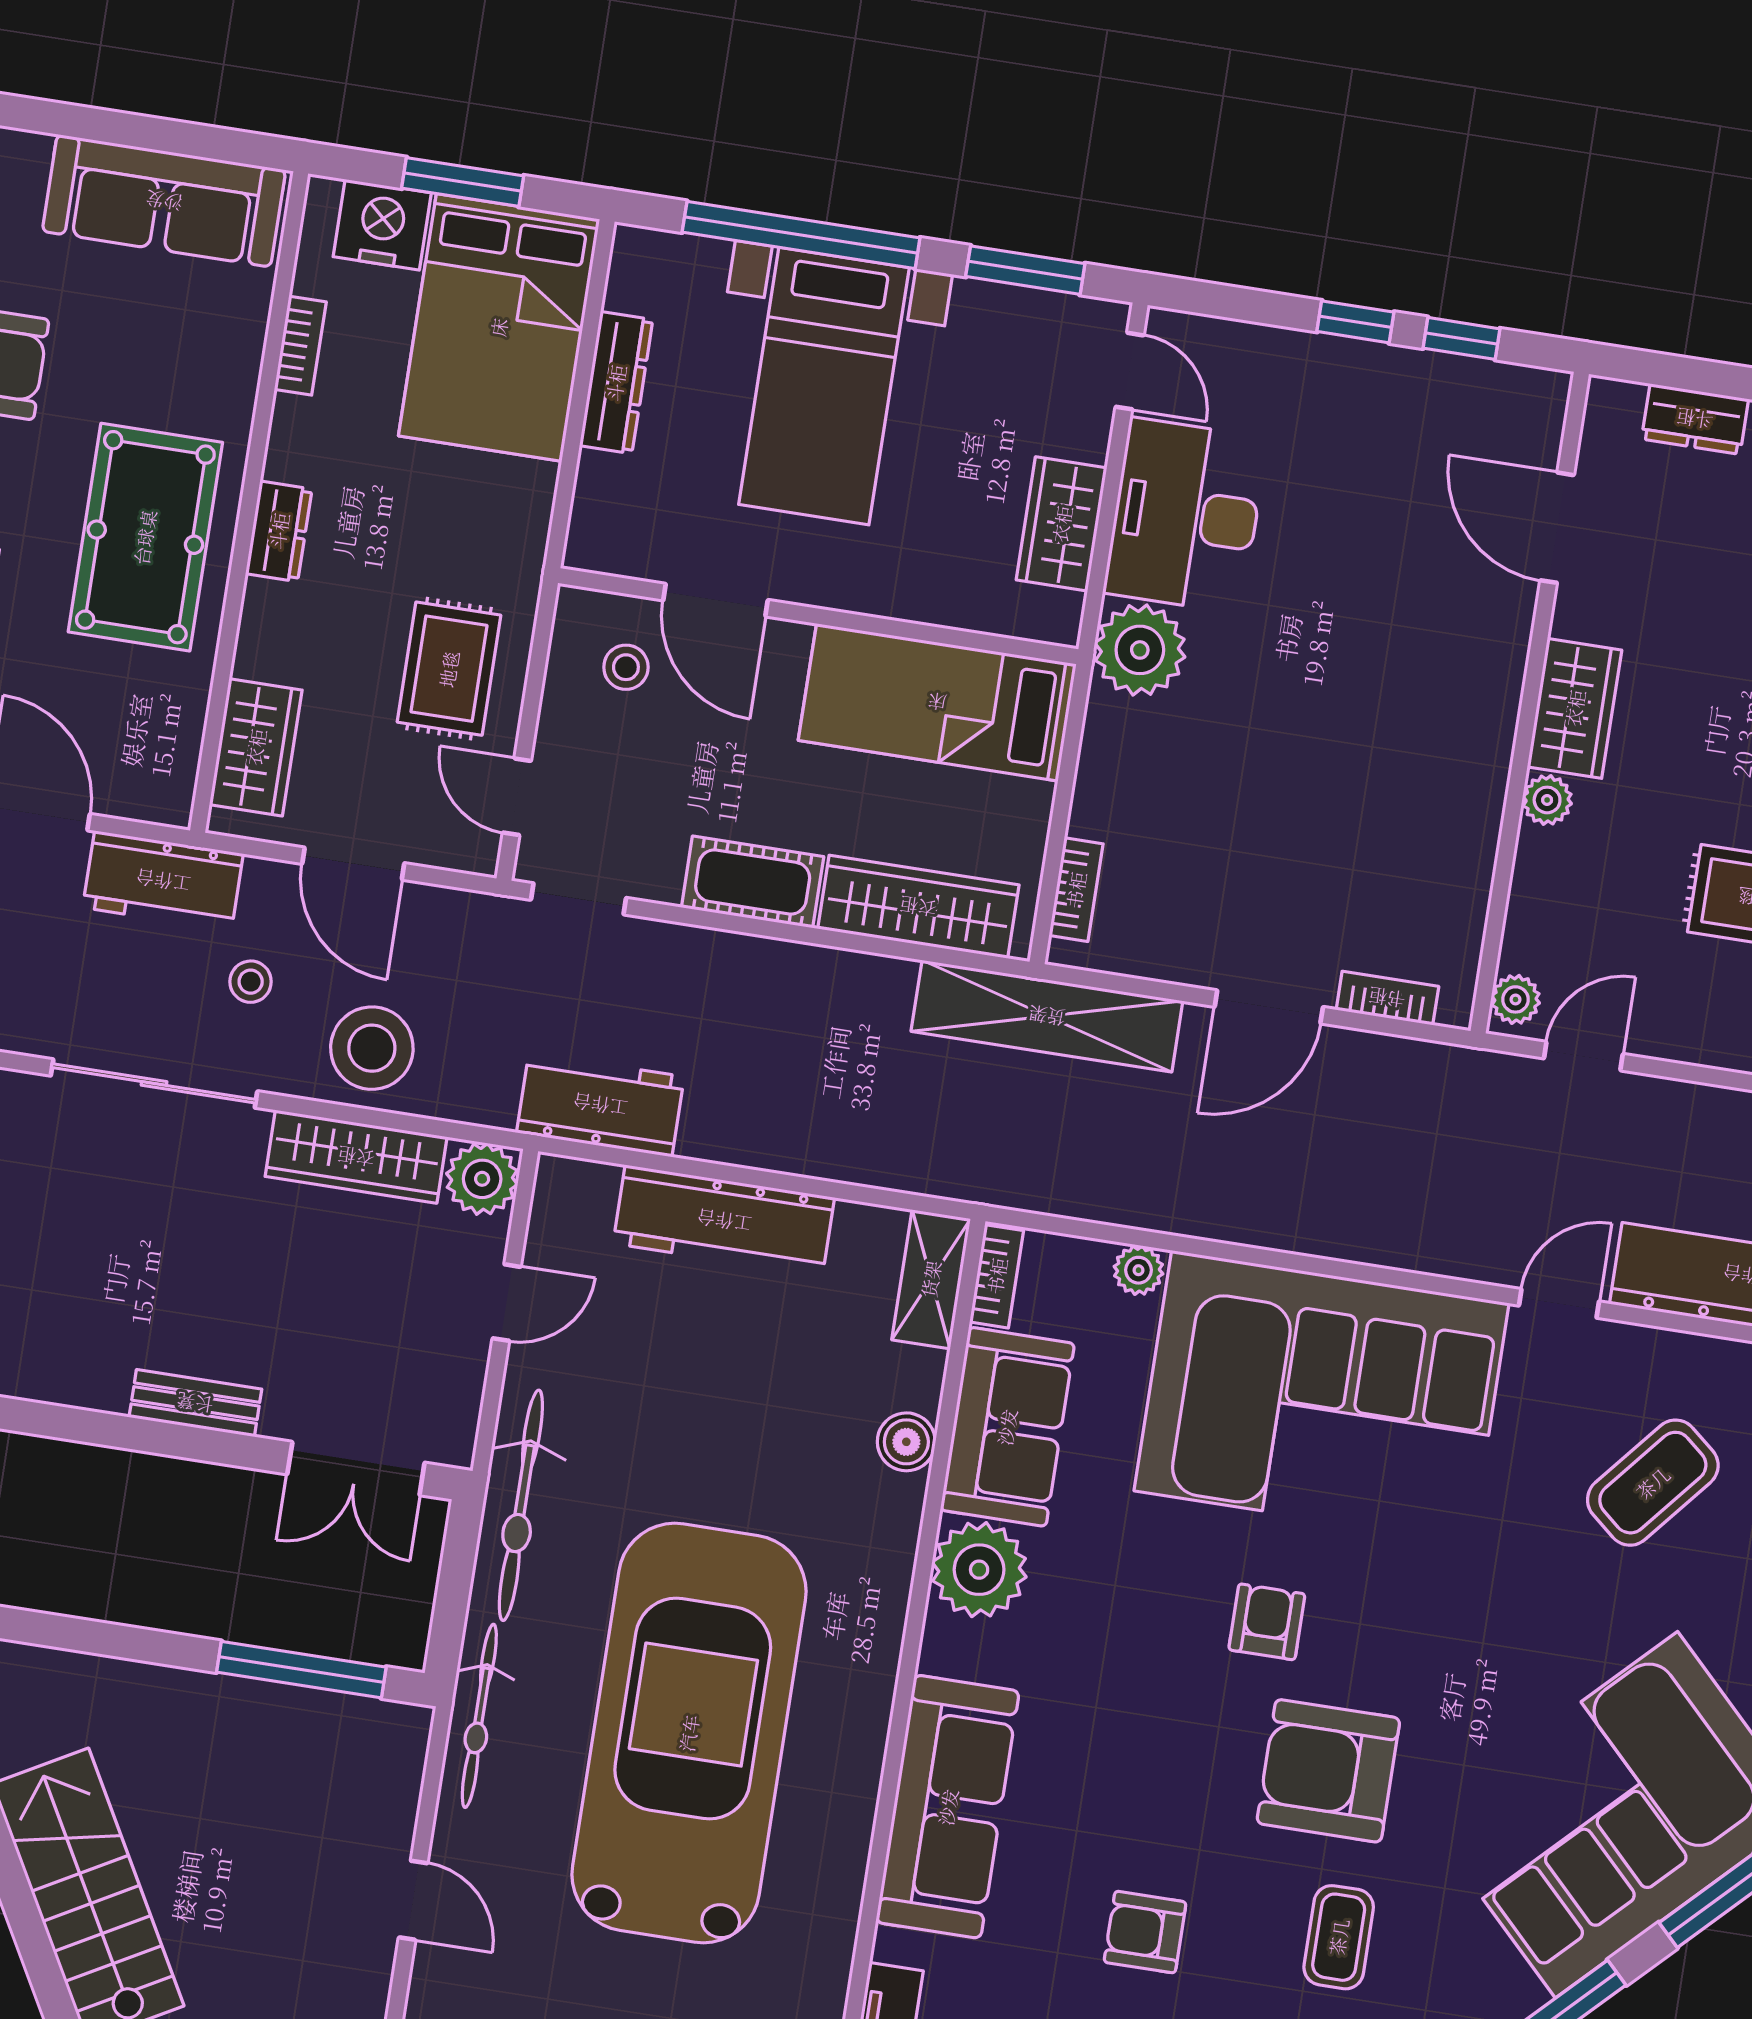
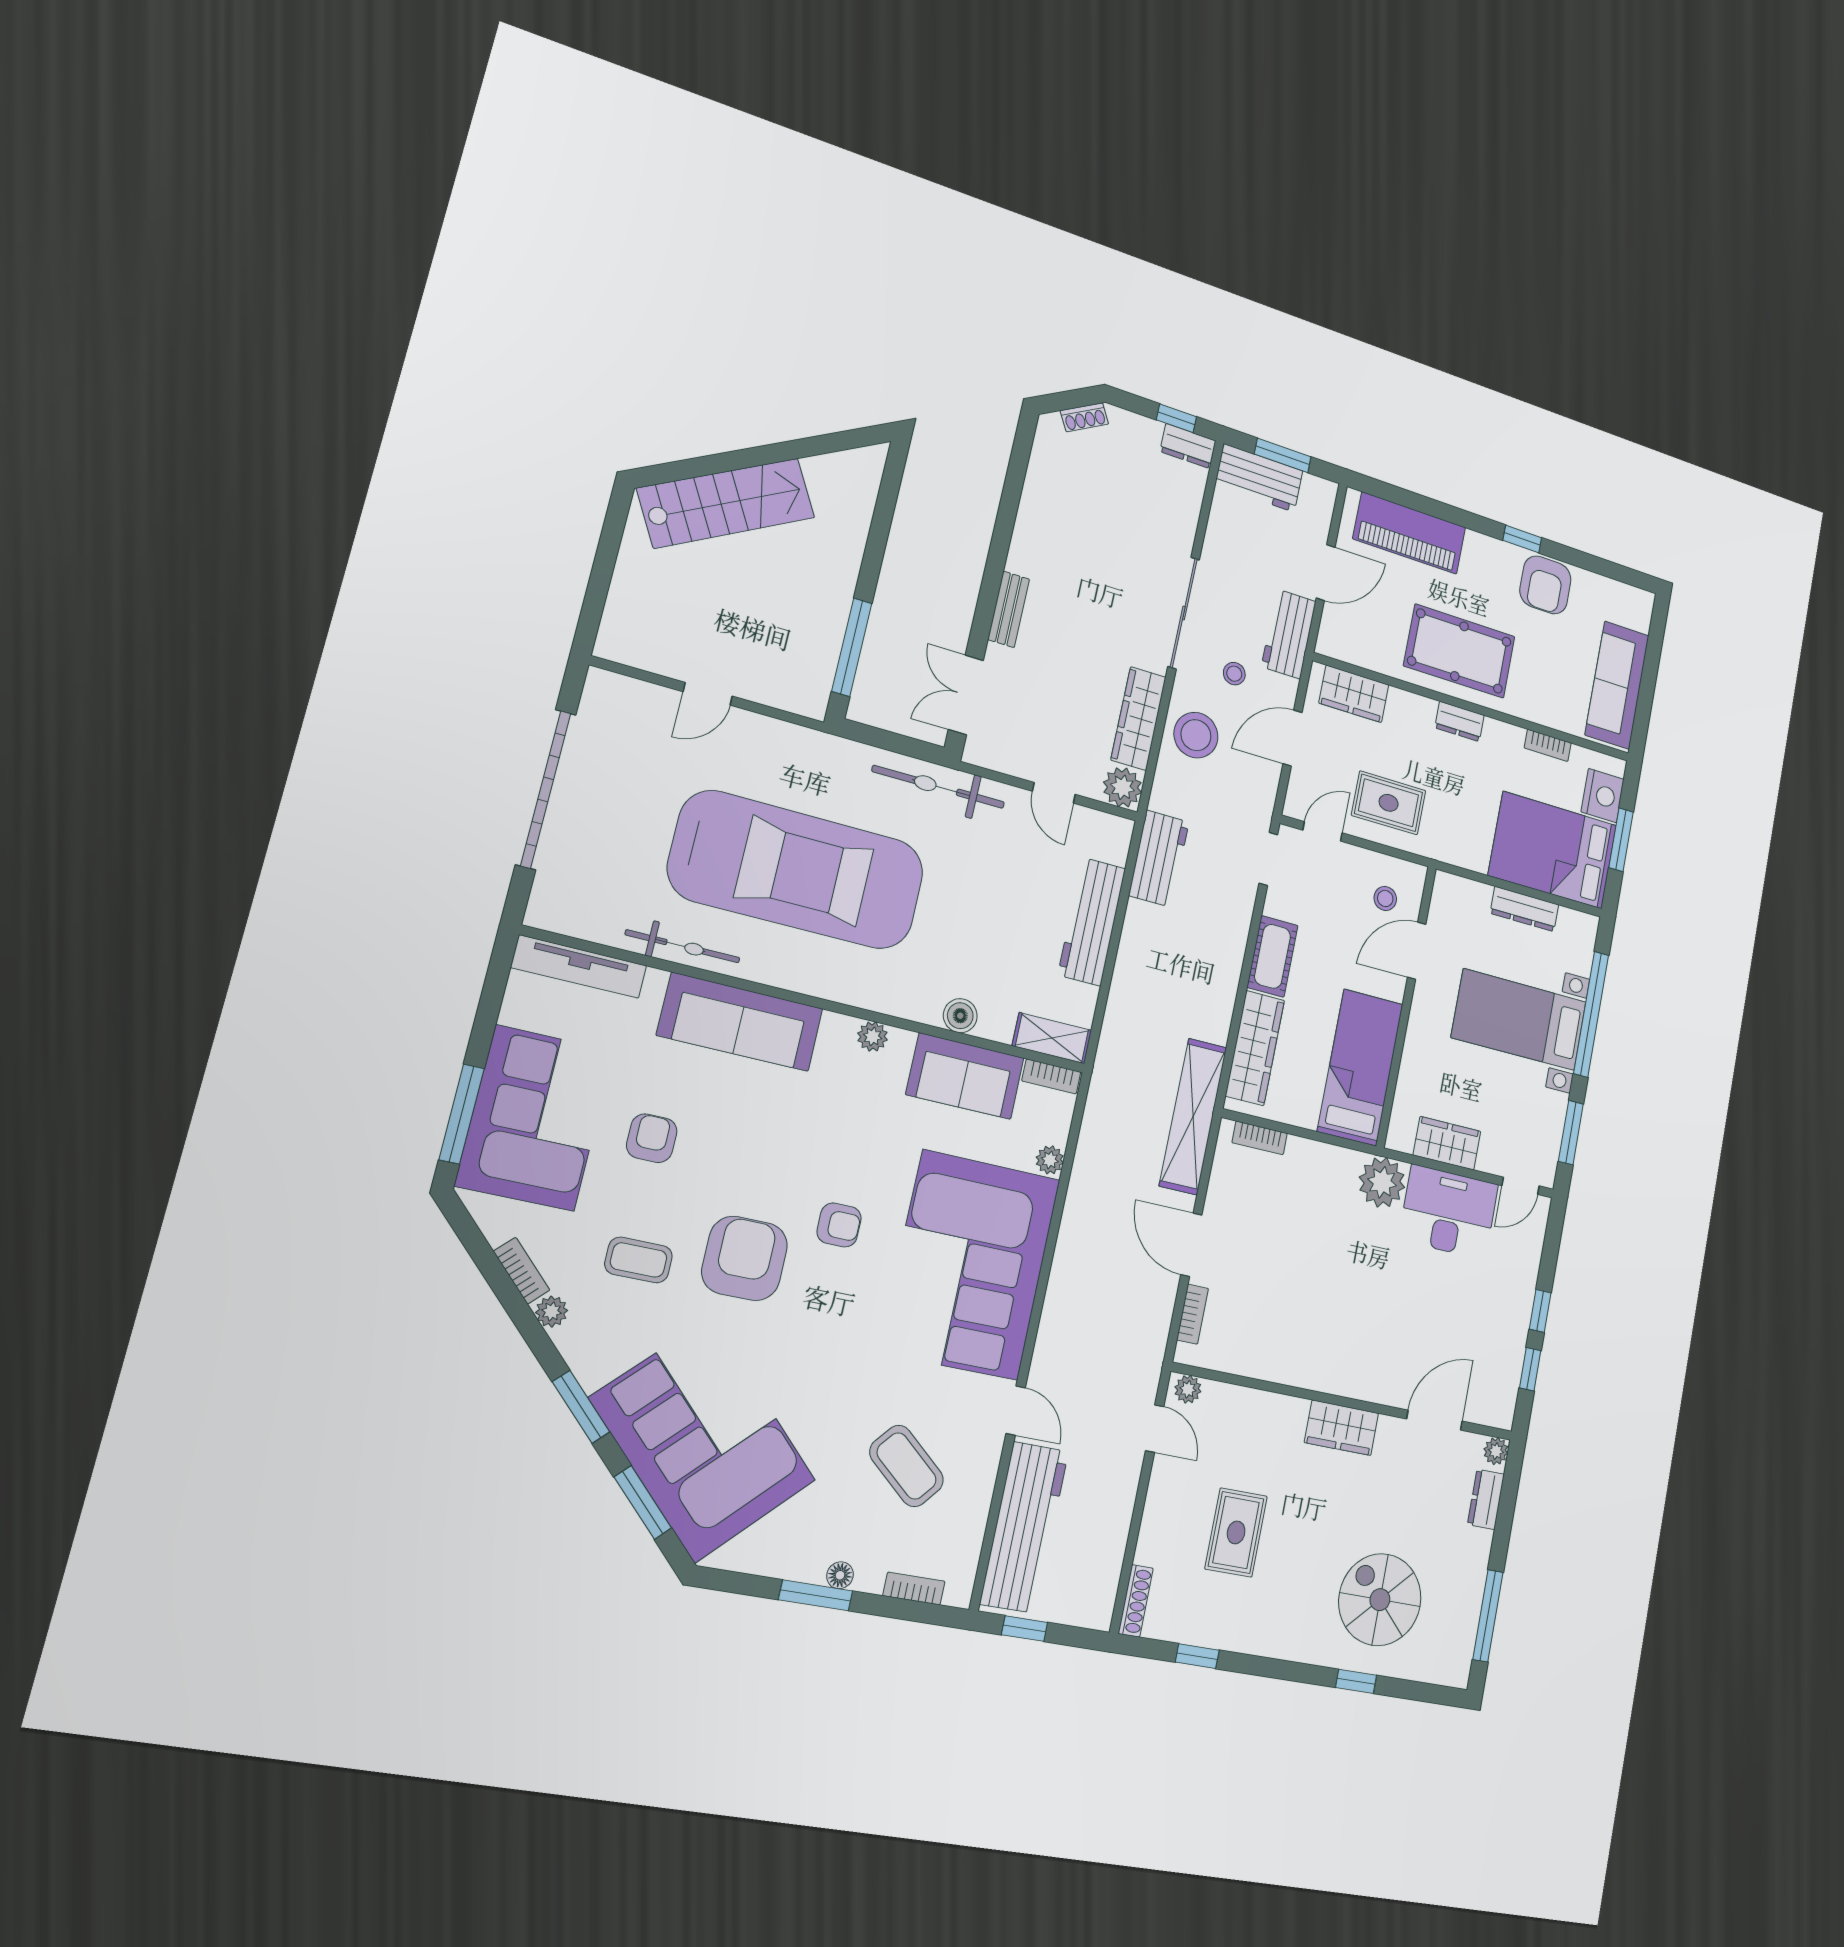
plant: (1547, 800) -> (1496, 1451), moved
plant: (979, 1570) -> (873, 1037), width x0.53, depth x0.53
bicycle: (479, 1716) -> (683, 946), moved, turned 180

